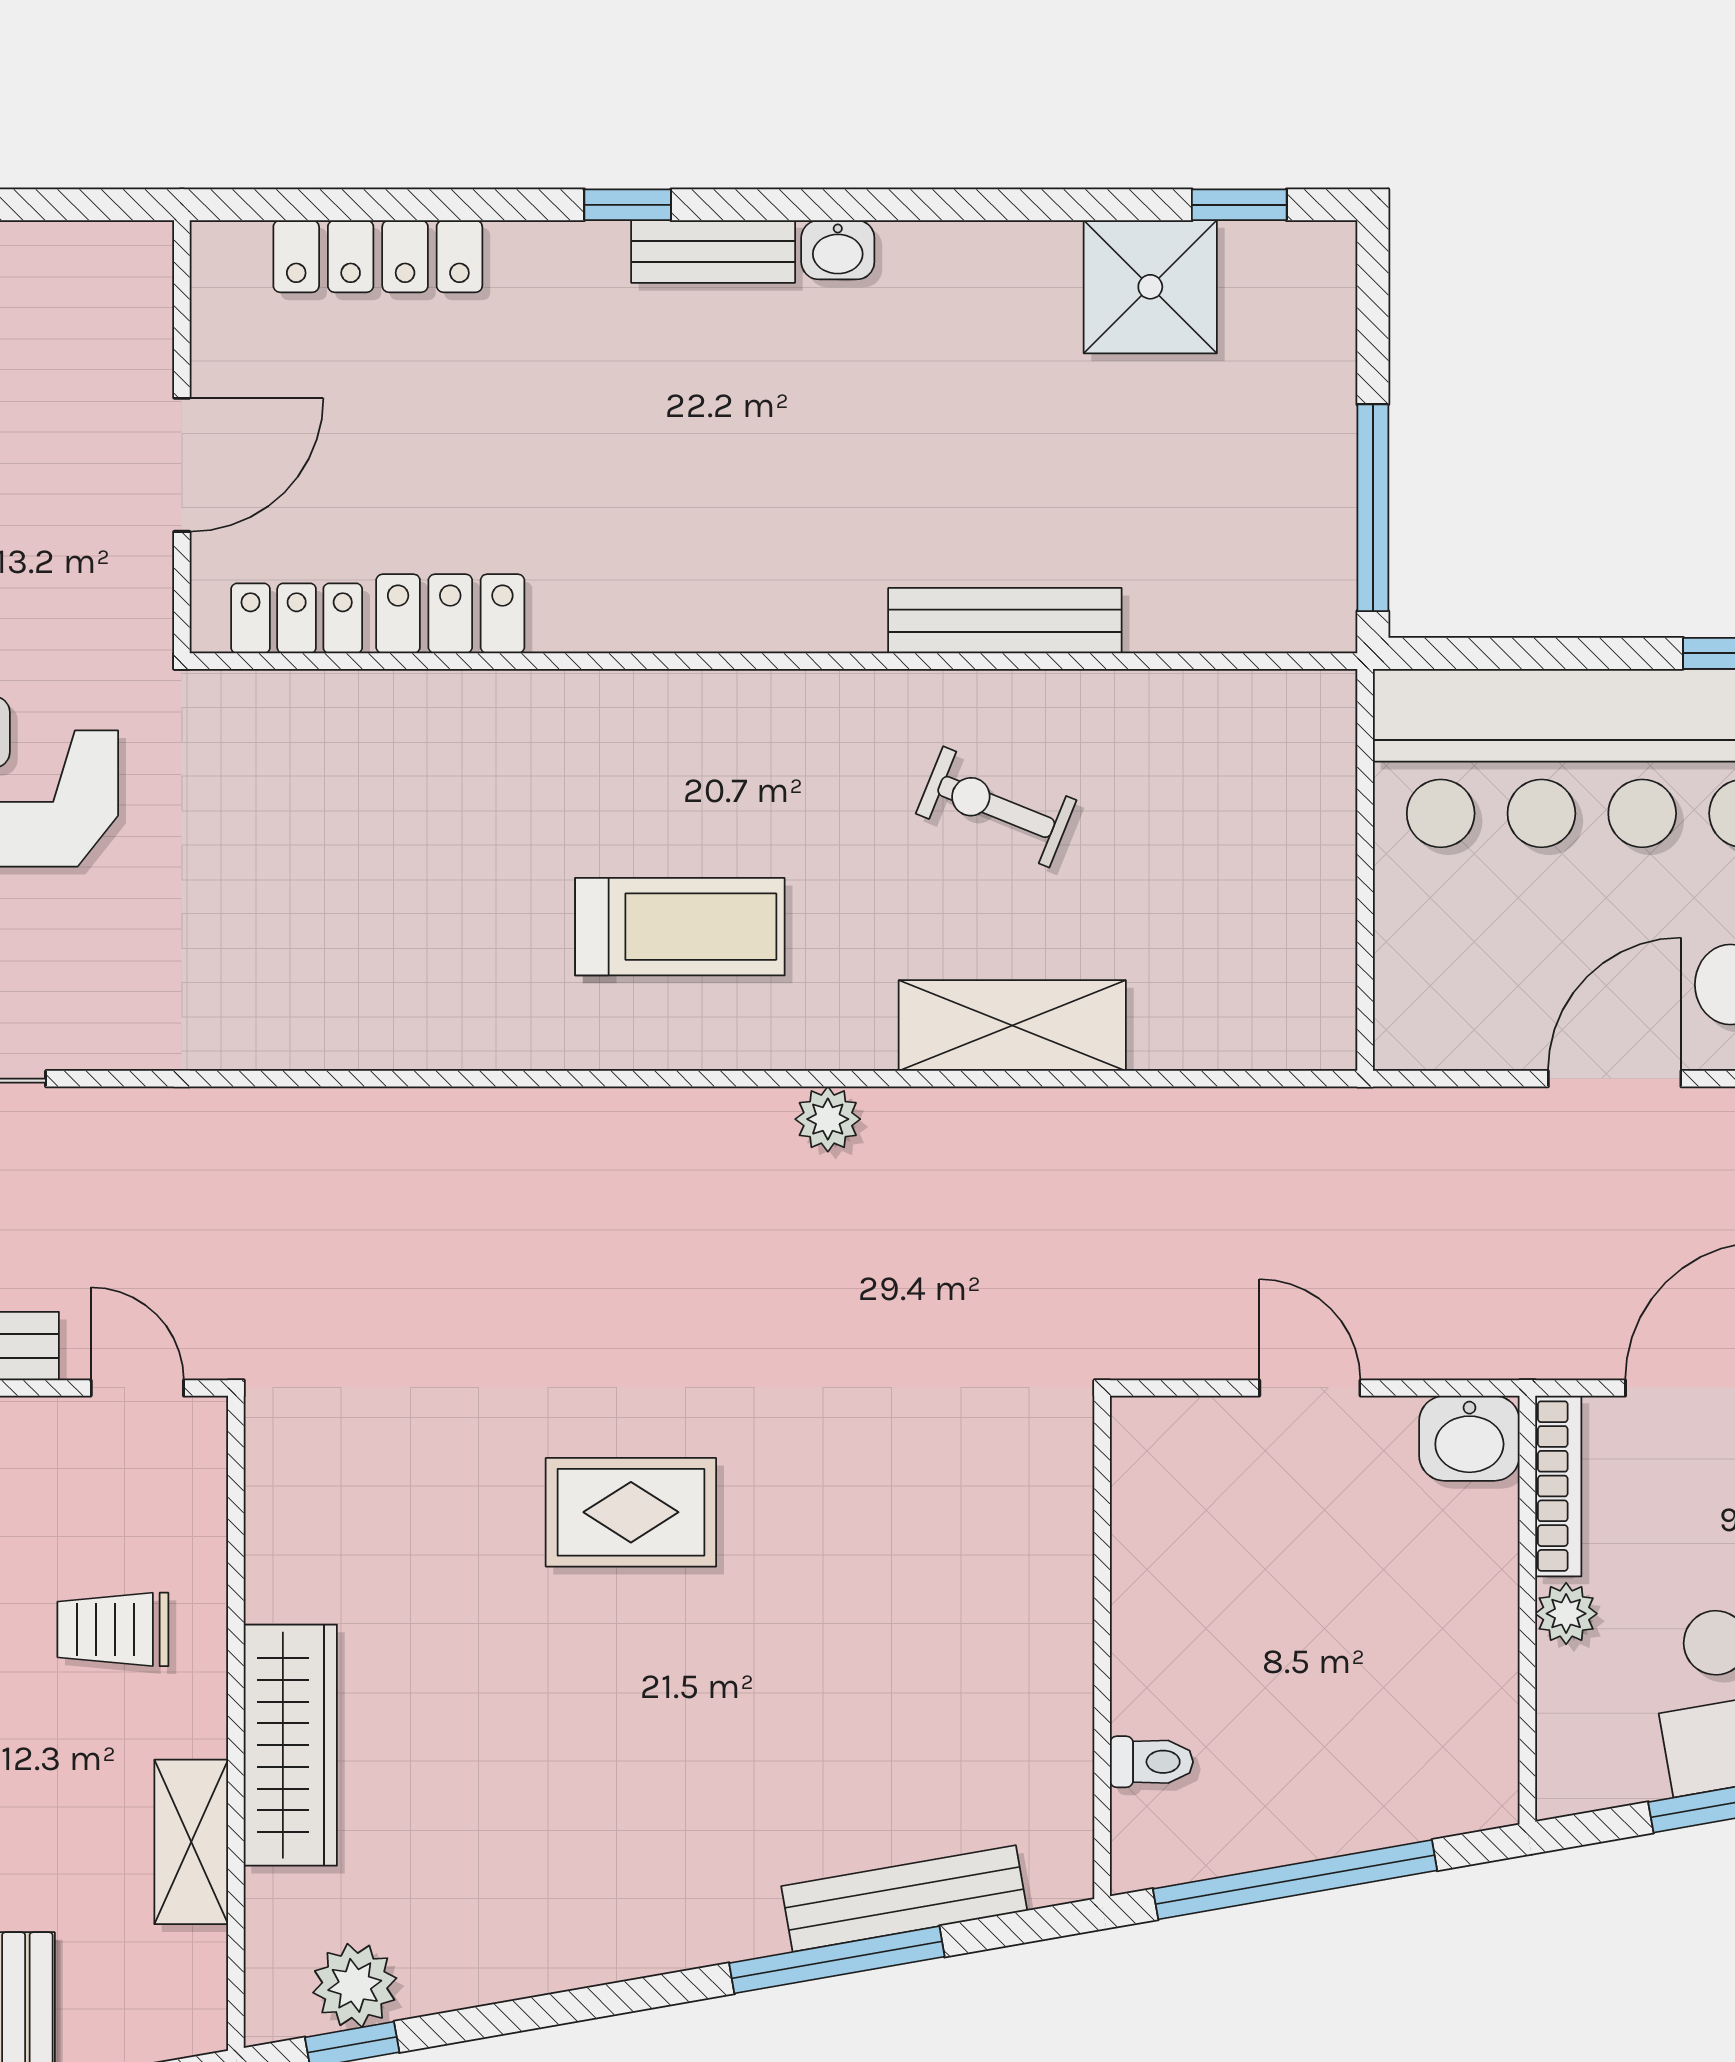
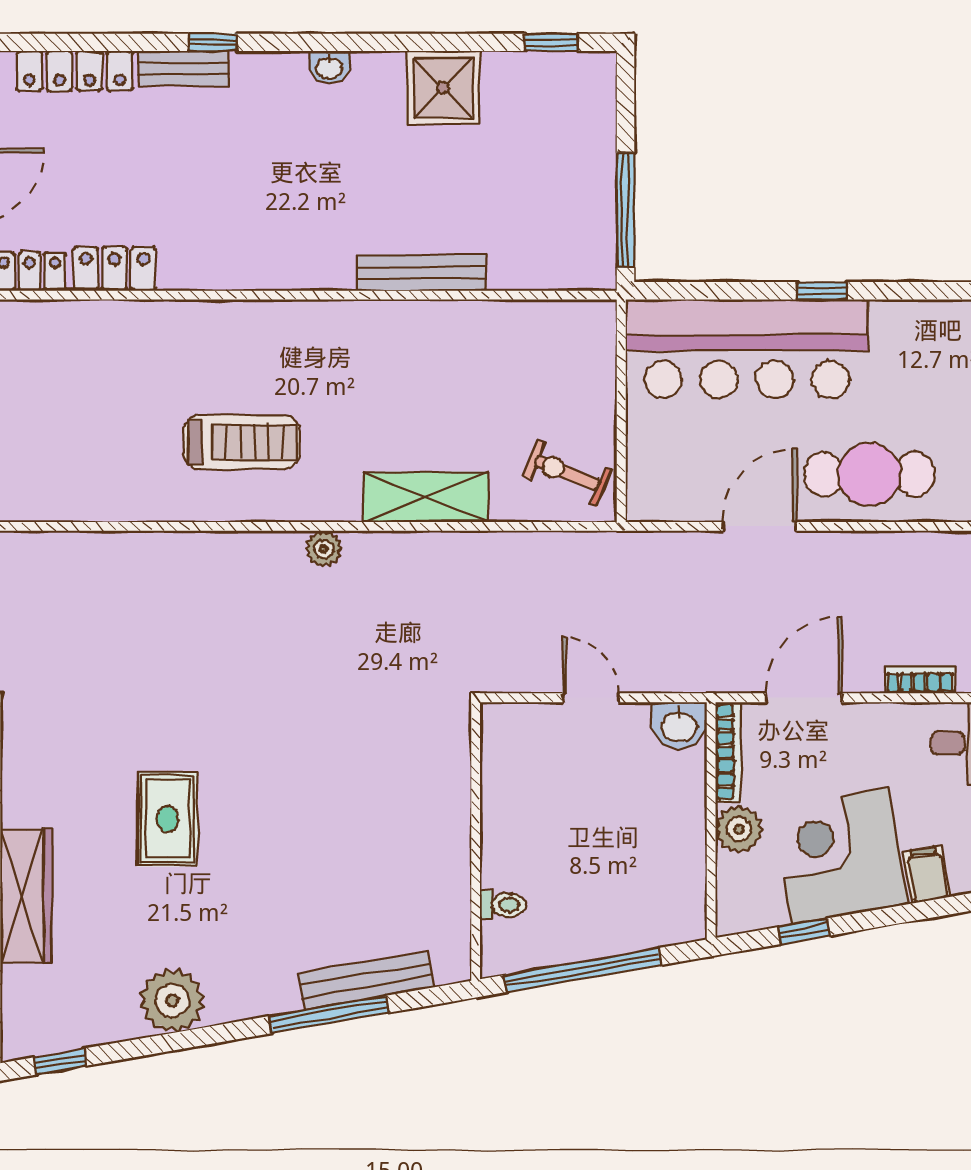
bench: (713, 252) -> (184, 68), moved
shower: (1150, 287) -> (443, 88), moved
exercise bike: (996, 807) -> (567, 473), moved
rug: (631, 1512) -> (168, 819), moved, turned 90
plant: (1566, 1614) -> (739, 829), width x1.38, depth x1.38
plant: (355, 1985) -> (172, 1001), moved, width x1.36, depth x1.36

